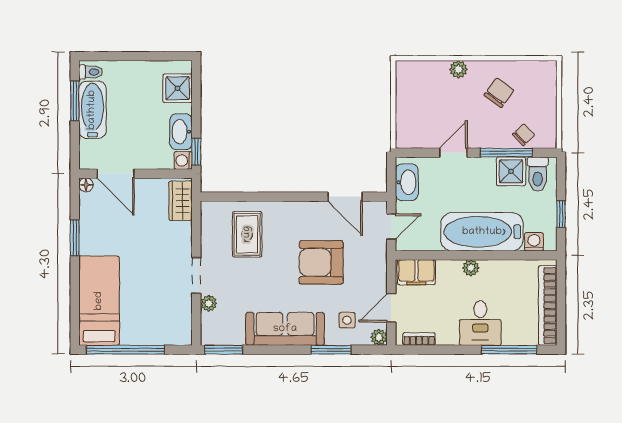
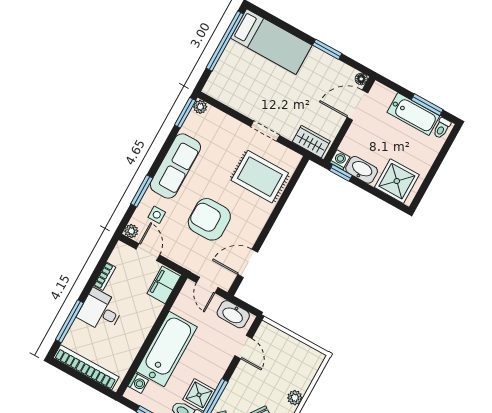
shower: (178, 88) -> (397, 181), width x1.36, depth x1.36
door: (453, 153) -> (243, 347), moved
rug: (247, 234) -> (260, 177), width x1.36, depth x1.43
armchair: (321, 262) -> (209, 219), turned -90
plant: (471, 268) -> (145, 326), removed
doorway: (196, 275) -> (265, 131), moved
plant: (209, 303) -> (200, 107), moved
bookcase: (419, 339) -> (105, 276), moved

